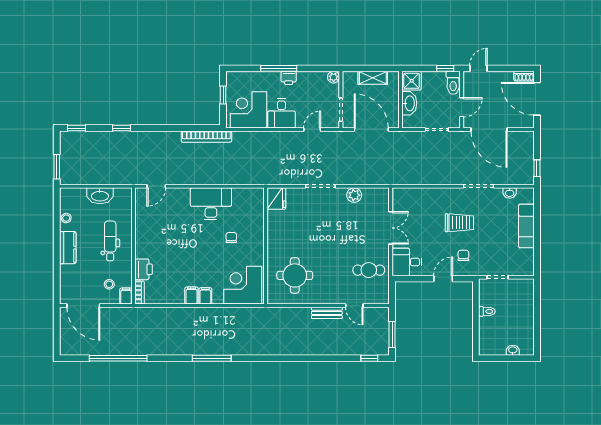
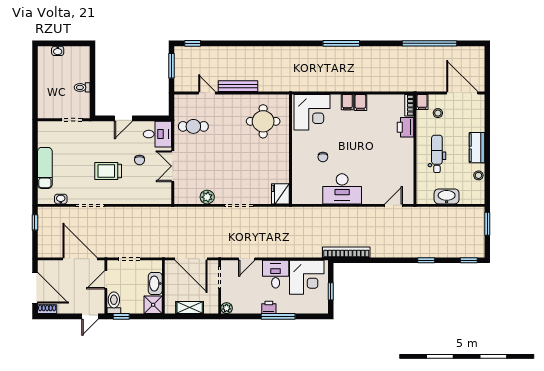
dental chair: (110, 241) -> (437, 154), turned 180
chair: (463, 255) -> (140, 160), moved
bench: (327, 313) -> (238, 86), width x1.36

